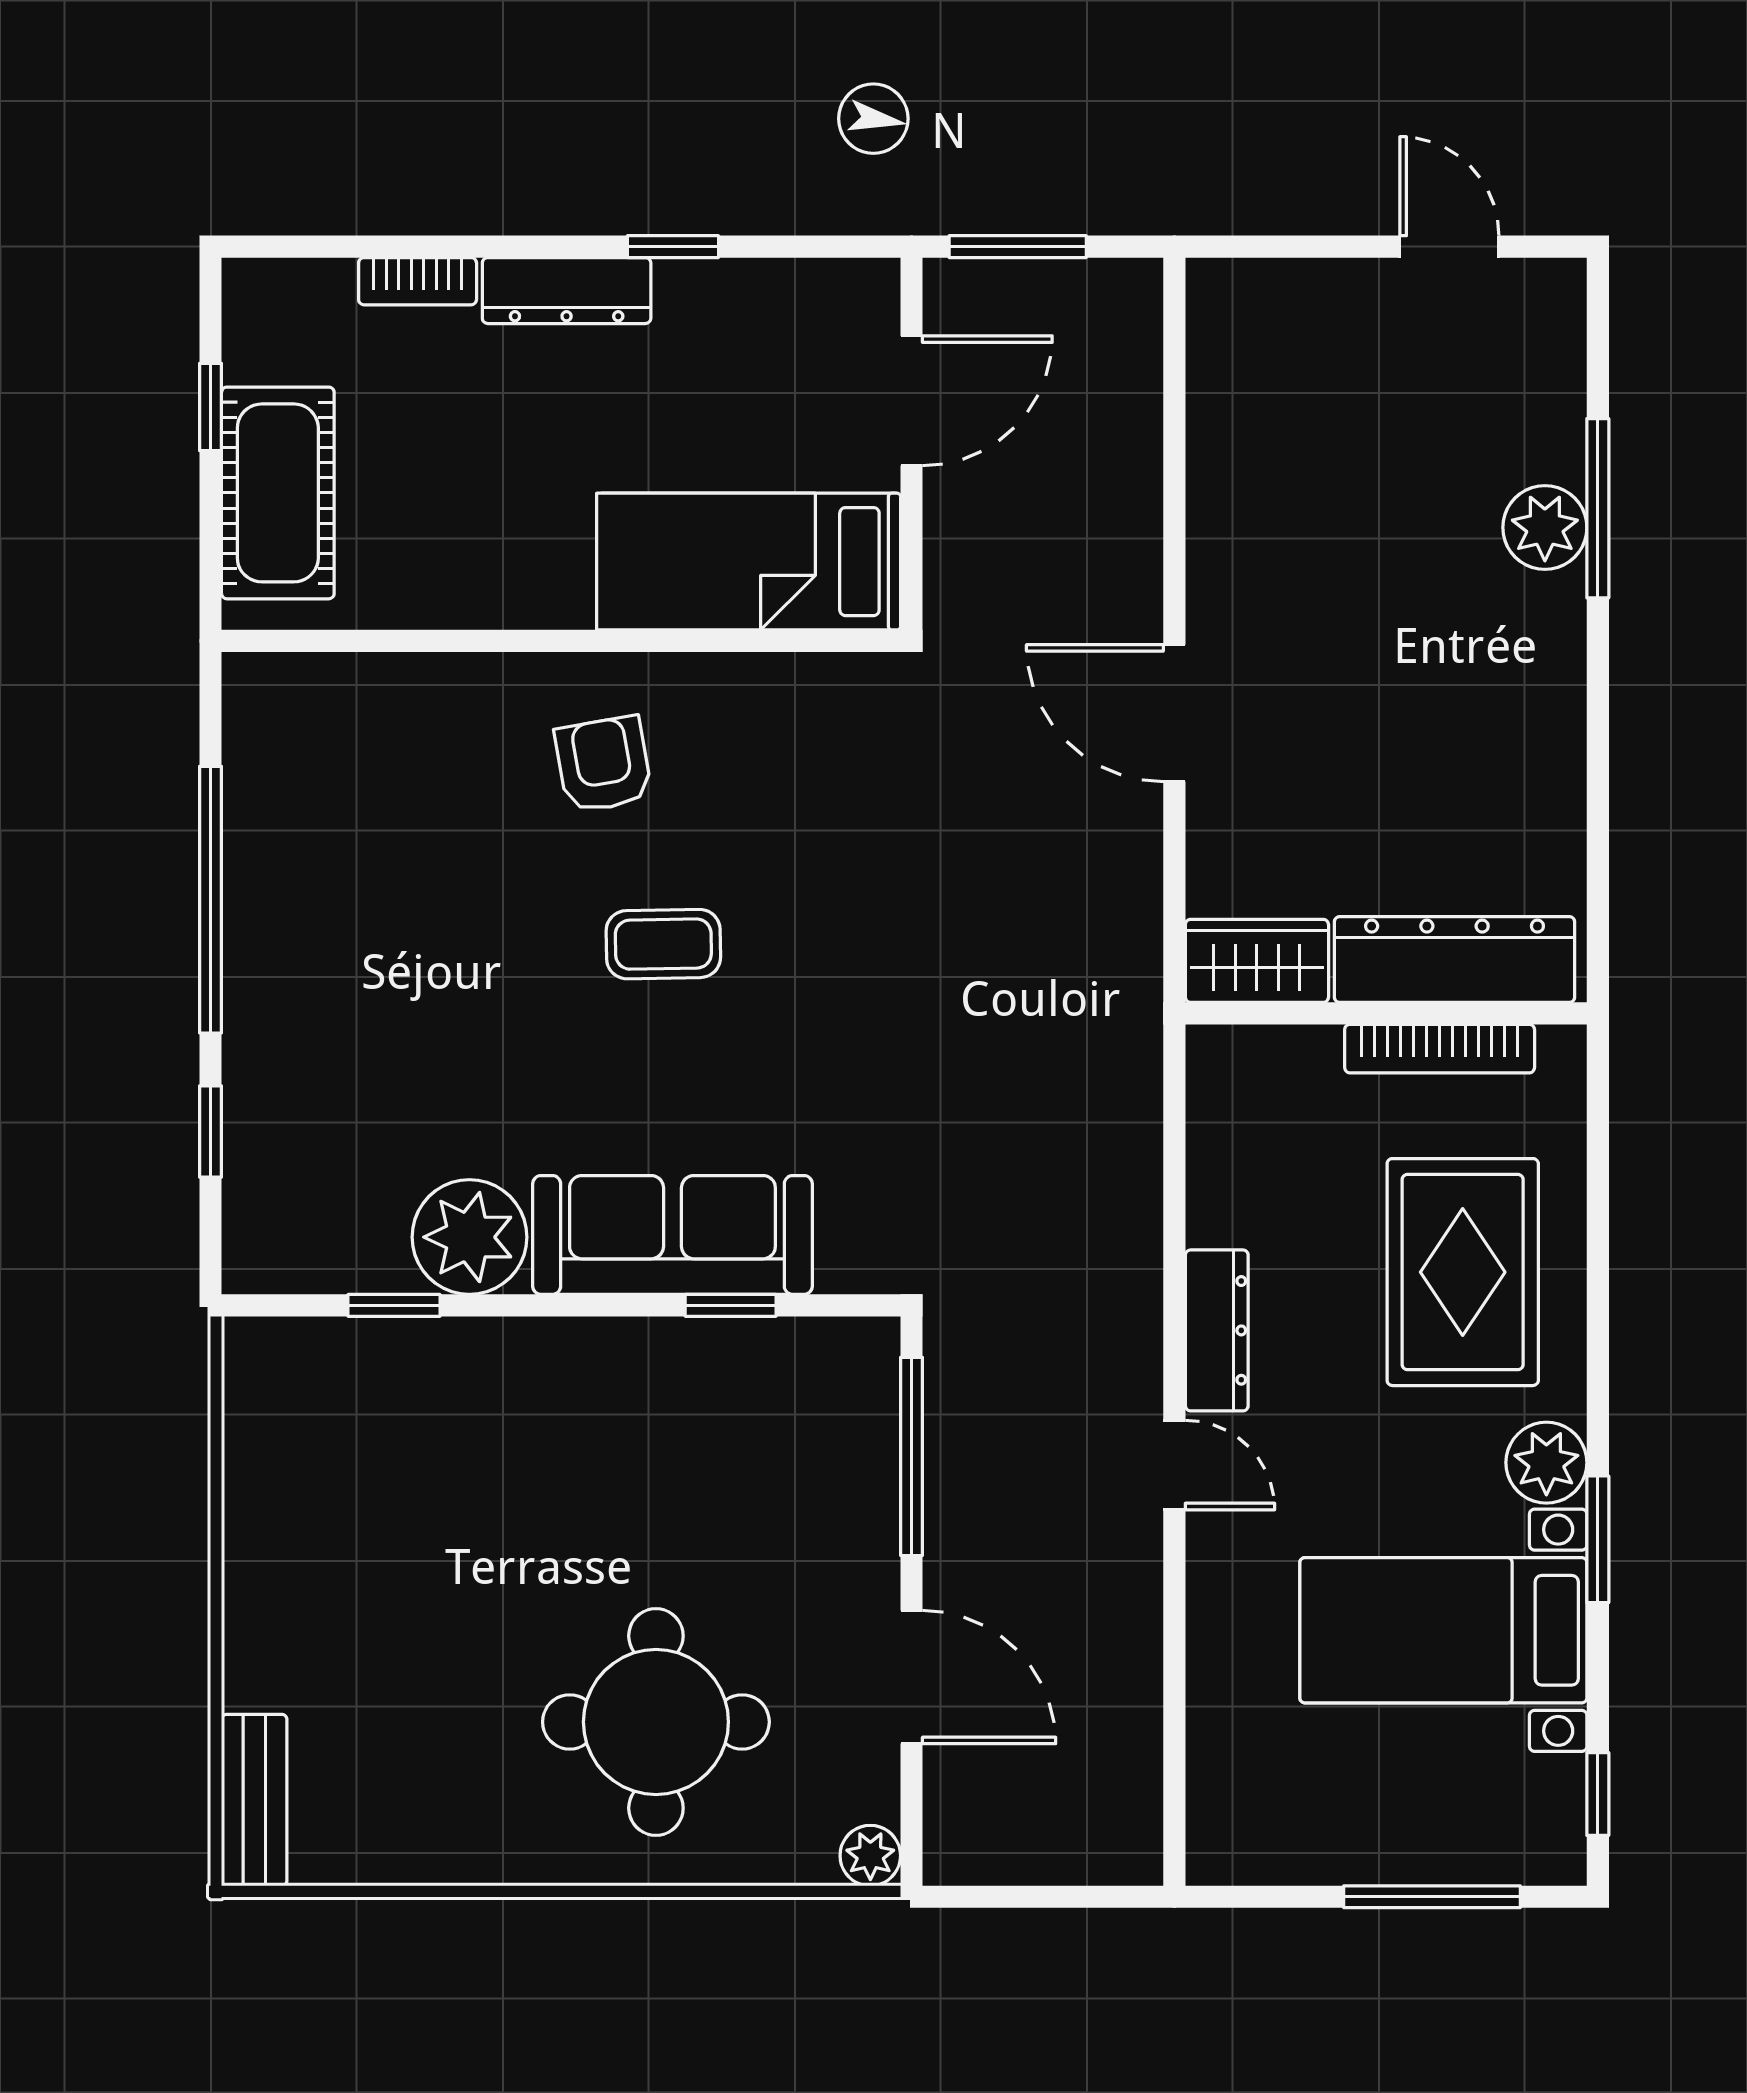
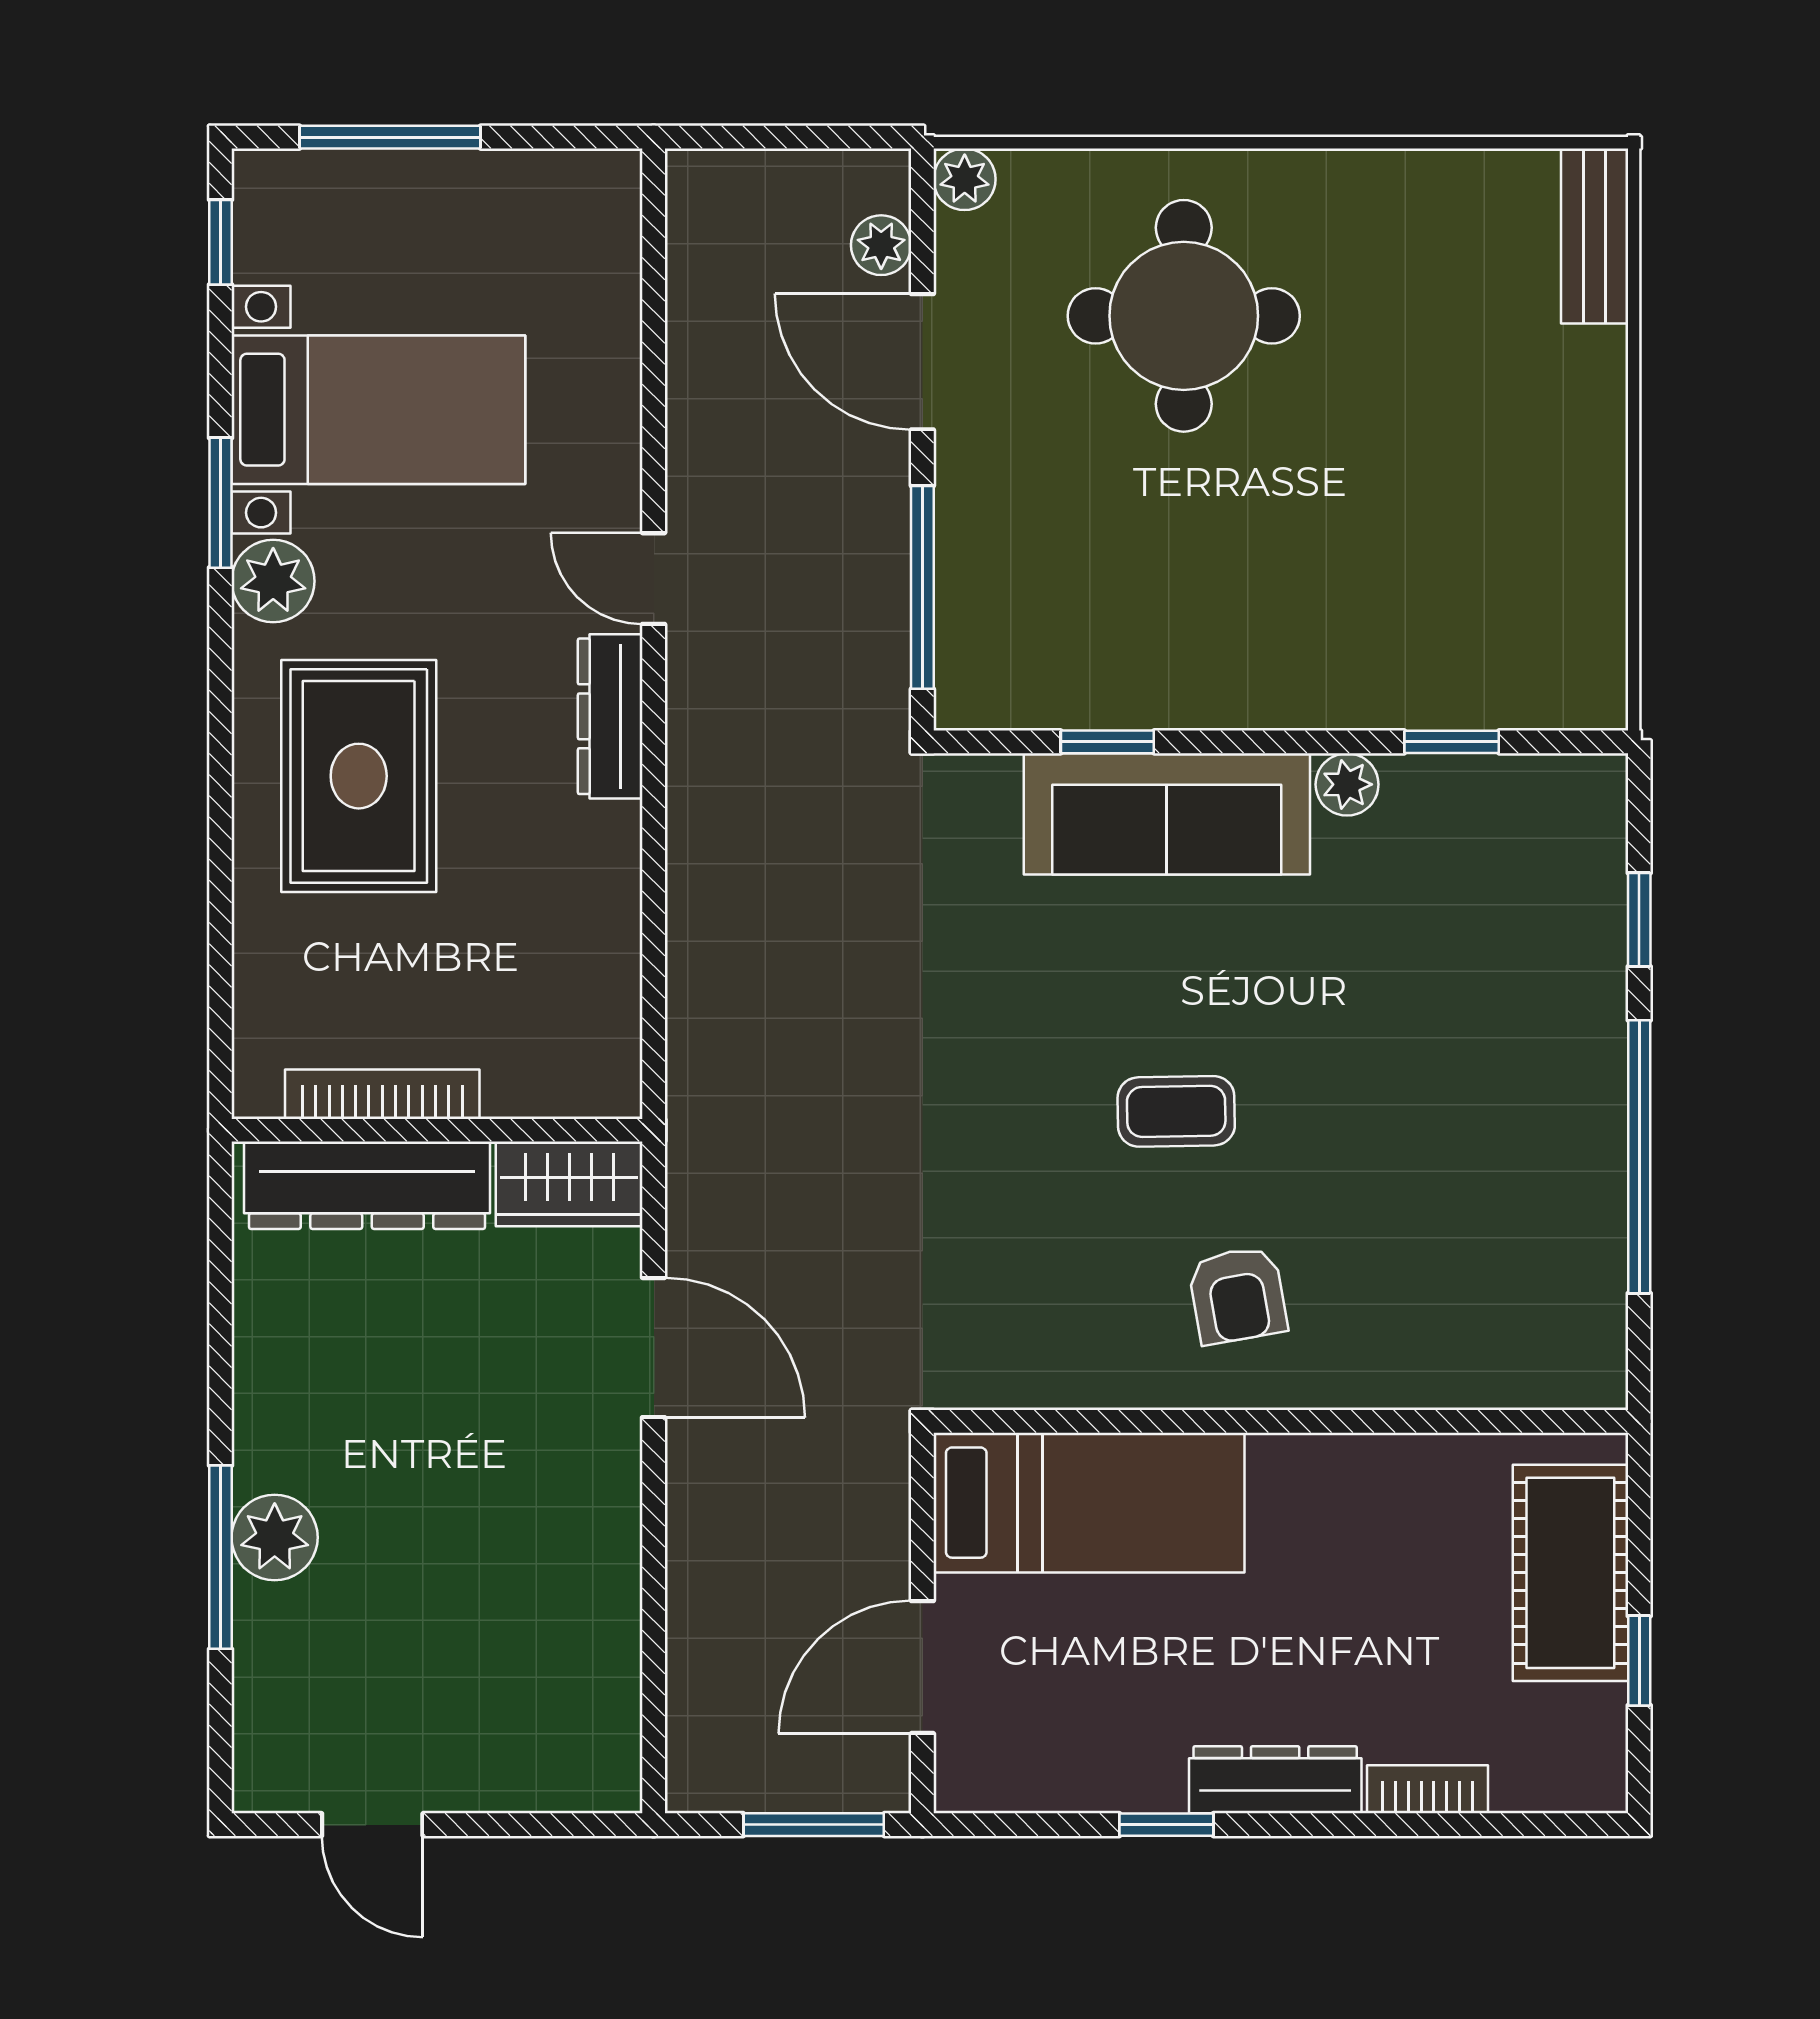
dresser: (1455, 959) -> (367, 1185), moved
wardrobe: (1257, 961) -> (569, 1184), moved
wall: (1386, 1013) -> (437, 1130), moved
bookcase: (1440, 1049) -> (382, 1094), moved
plant: (469, 1237) -> (1347, 784), width x0.53, depth x0.53
plant: (952, 1791) -> (881, 245), added

